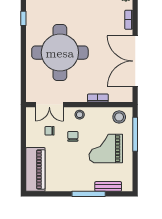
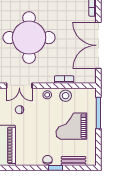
stool: (119, 117) -> (66, 96), moved
chair: (73, 136) -> (48, 160), moved
window: (89, 194) -> (56, 168), width x0.46

